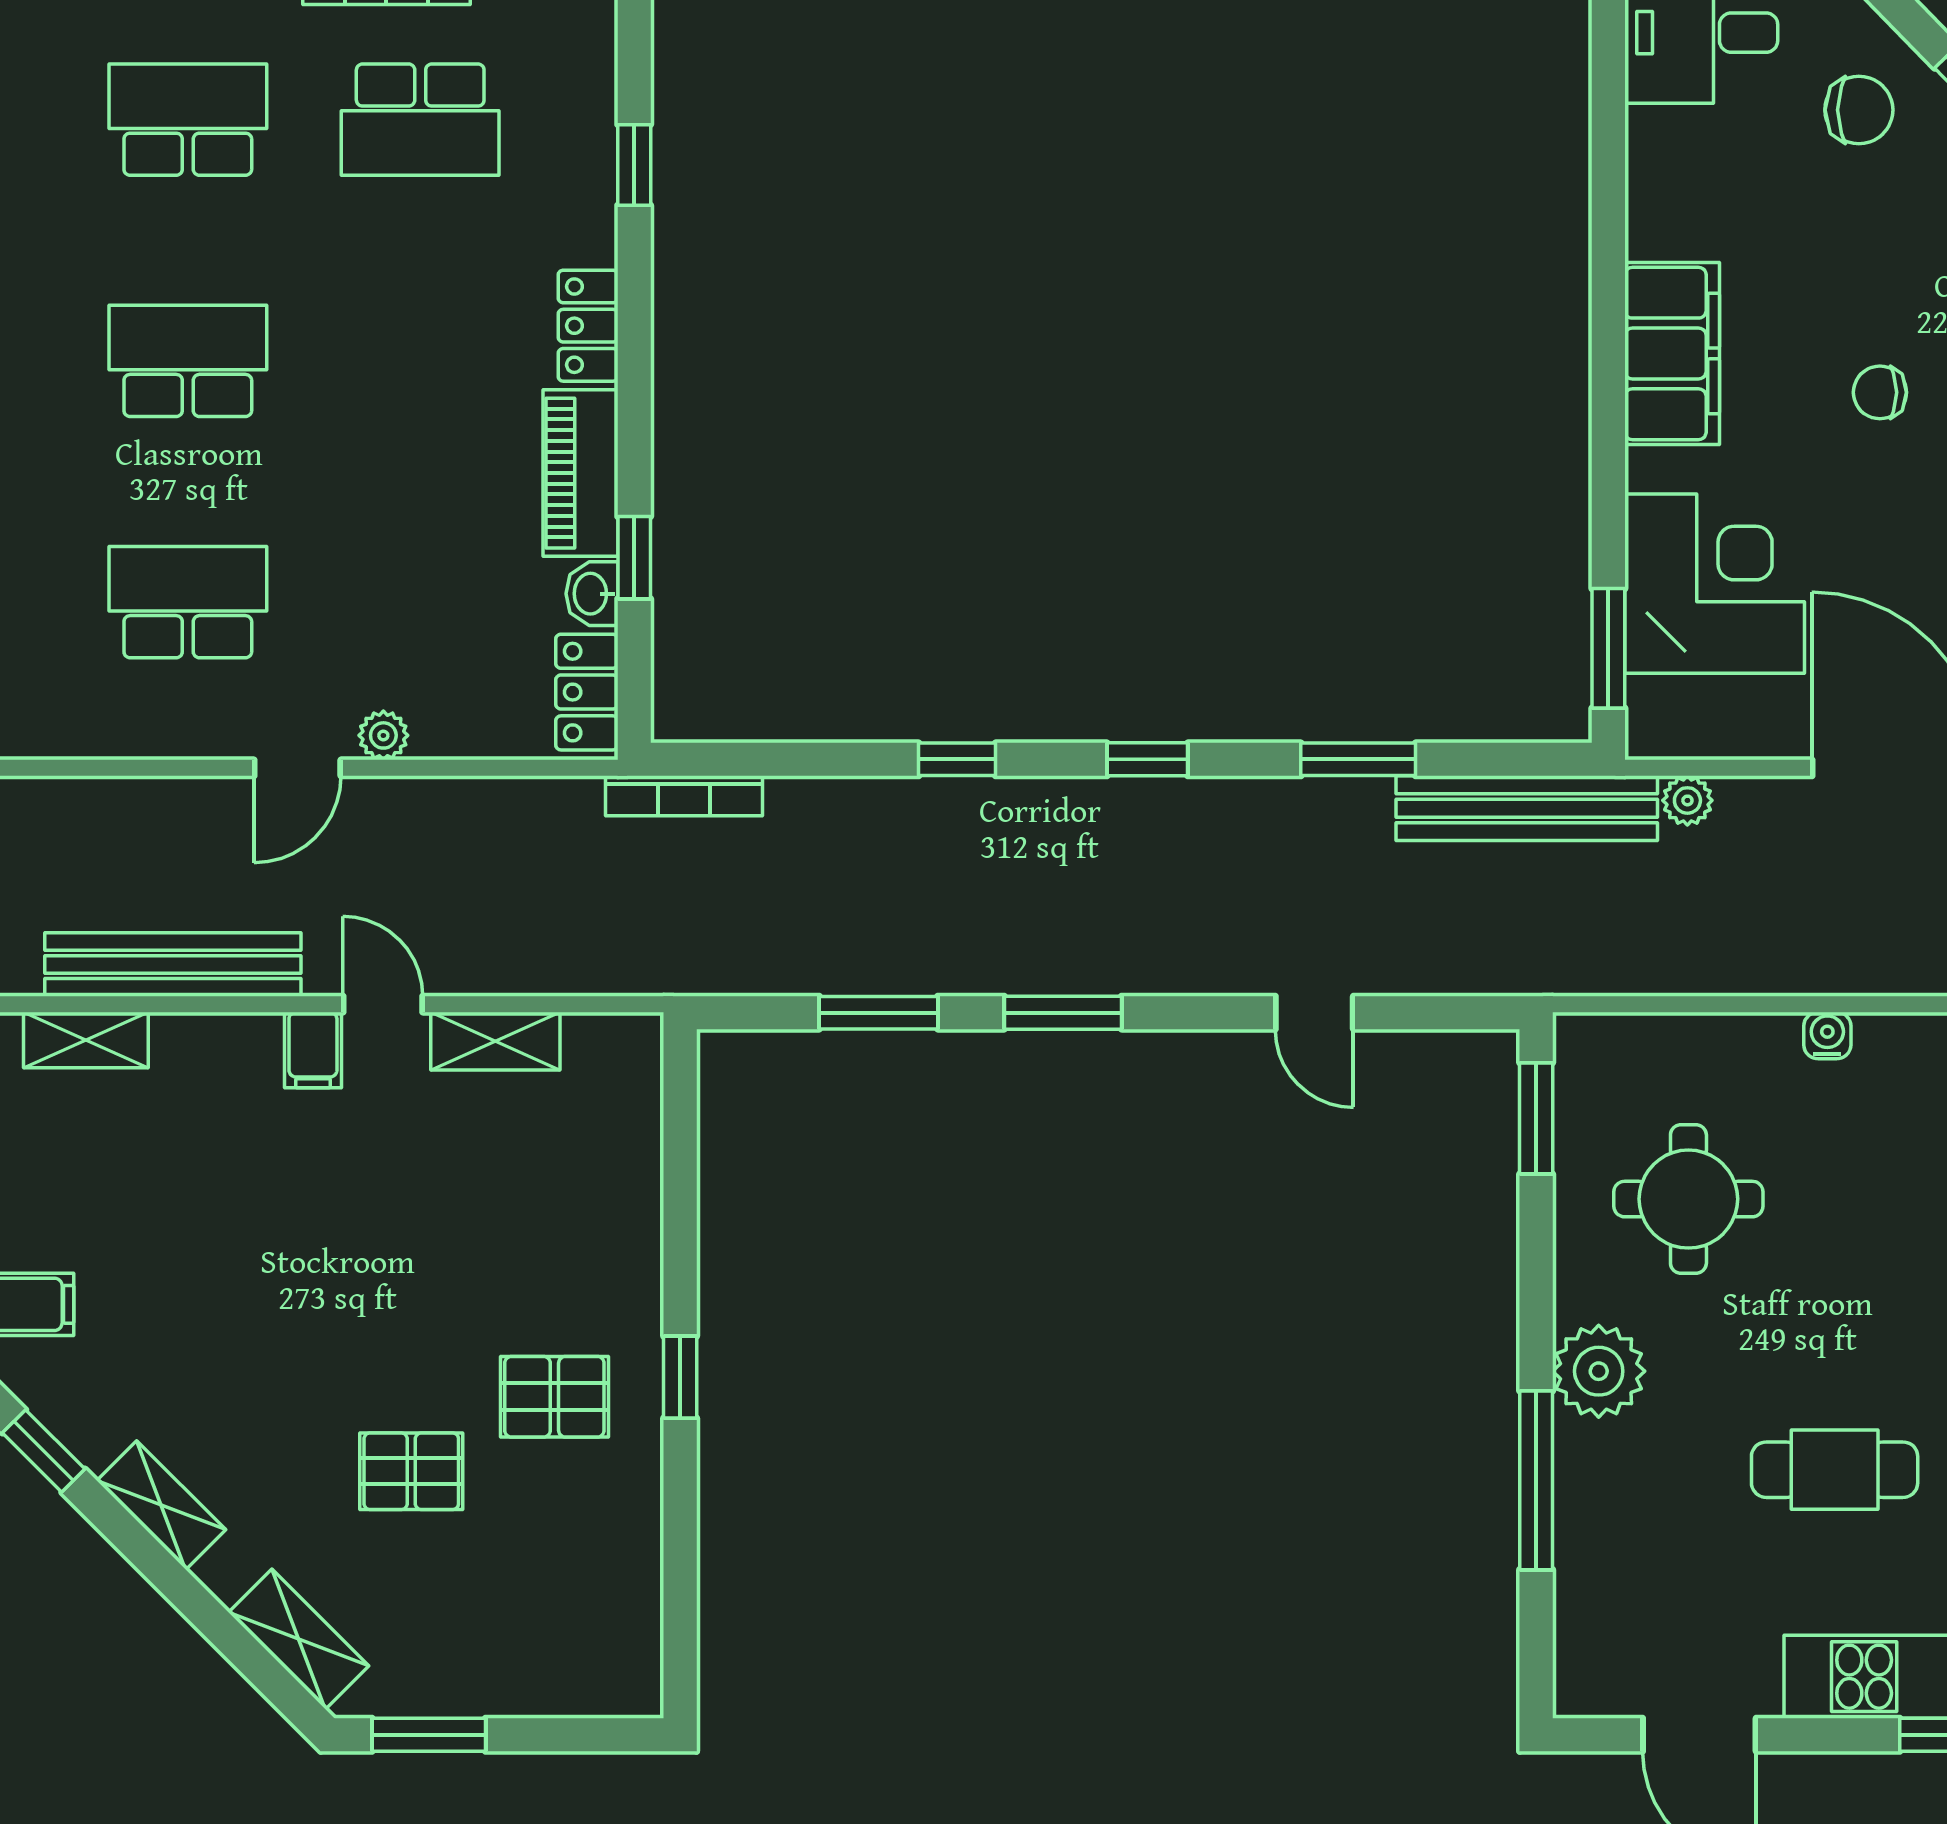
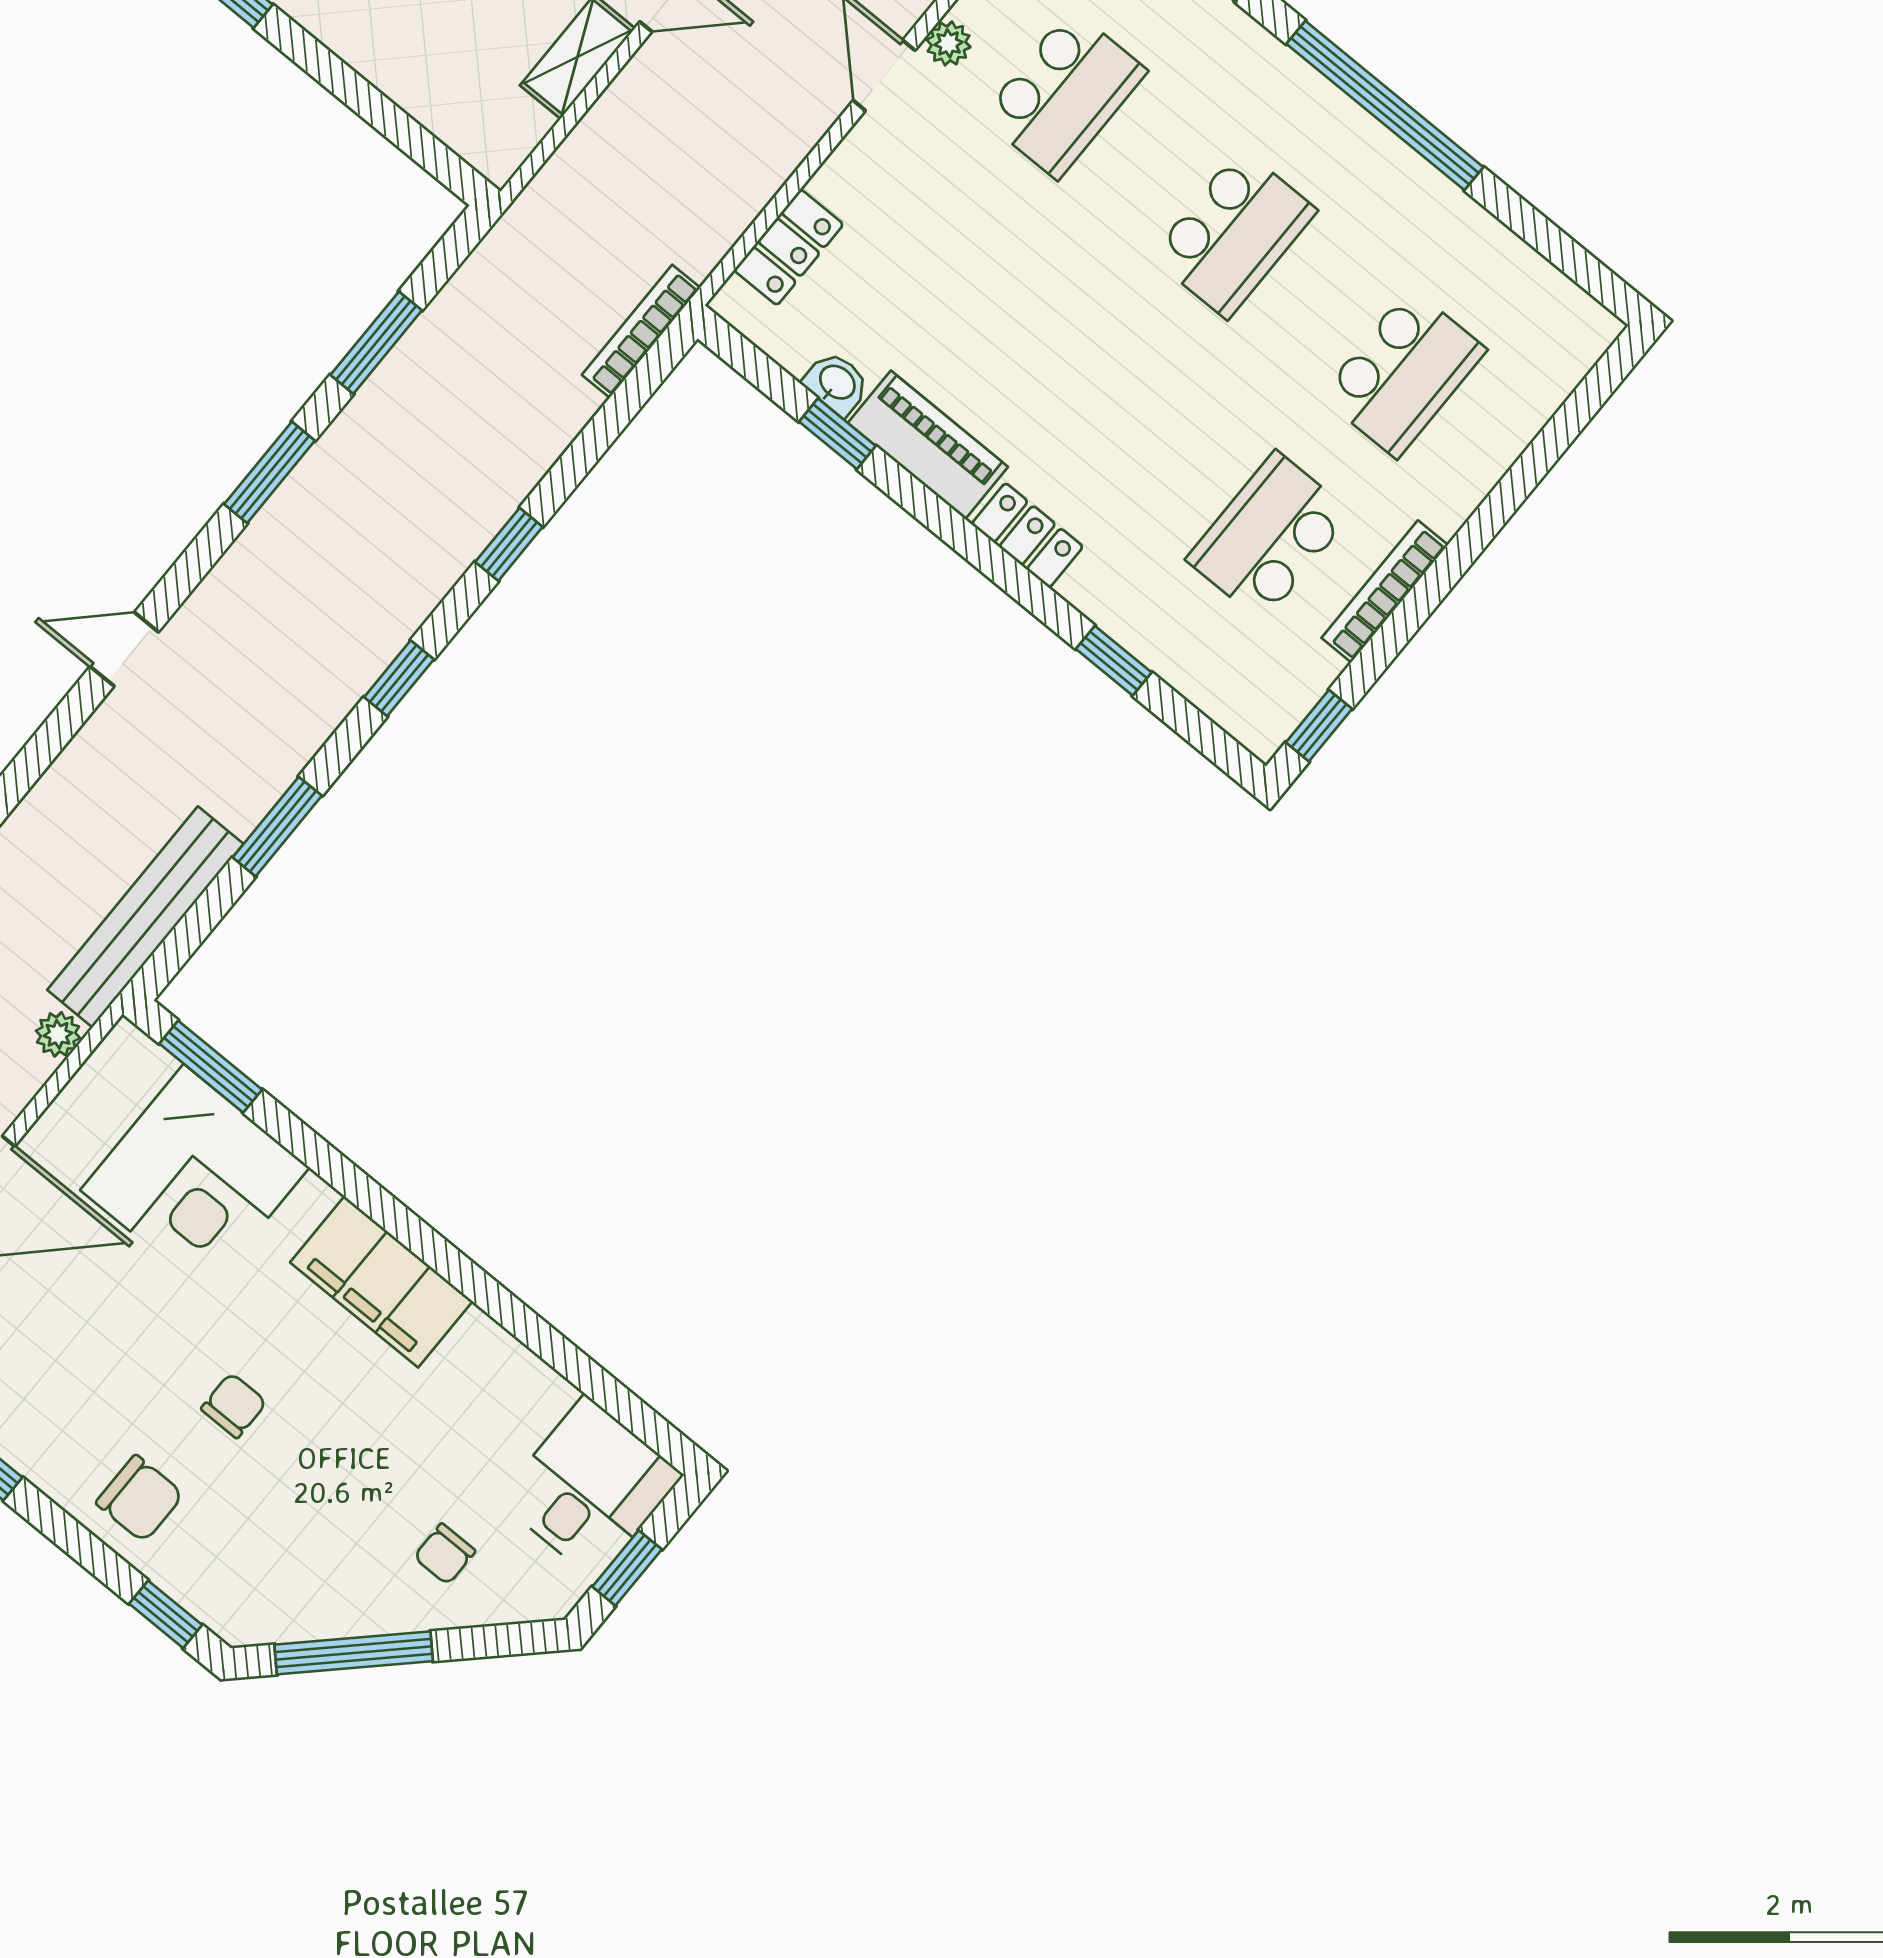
chair: (1859, 110) -> (445, 1554), width x0.73, depth x0.73
locker: (587, 692) -> (789, 247), moved, turned 90
plant: (383, 735) -> (949, 43), moved

